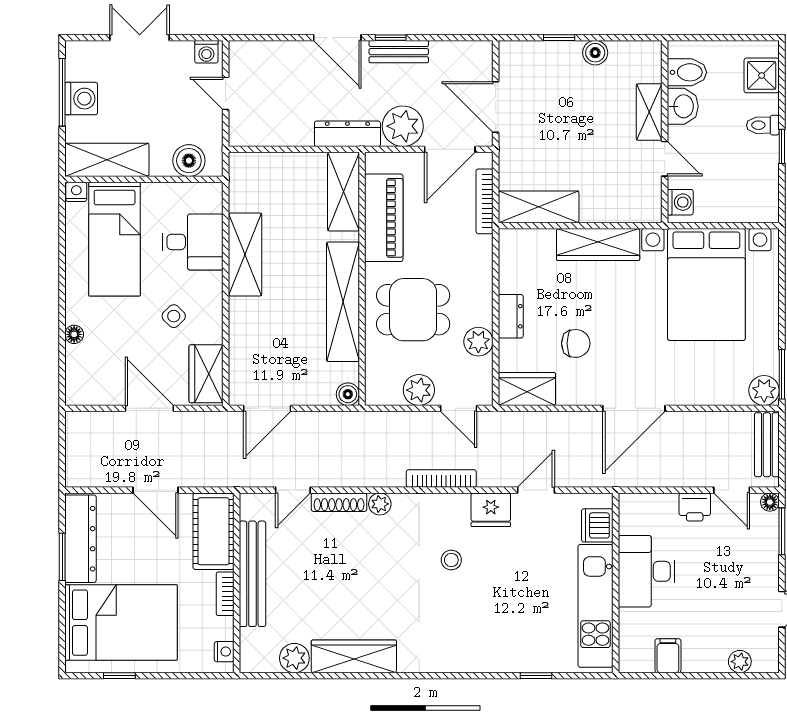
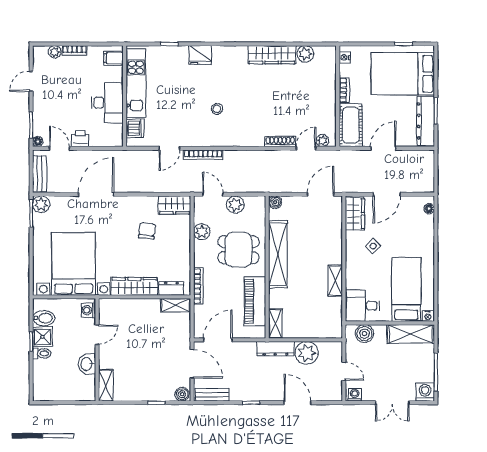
door: (337, 38) -> (297, 403), moved
bench: (399, 52) -> (212, 395), moved
boiler: (595, 53) -> (182, 394), moved
bidet: (687, 72) -> (44, 318), moved, turned 180
shower: (762, 75) -> (42, 337), moved
washing machine: (81, 99) -> (425, 392), moved, turned 90
shelving: (649, 112) -> (106, 385), moved
plant: (403, 126) -> (307, 353), moved
door: (665, 159) -> (97, 335), swing flipped
shelving: (343, 192) -> (275, 324), width x0.67, depth x0.75
bookcase: (485, 201) -> (198, 286), moved
shelving: (539, 207) -> (175, 305), width x0.67, depth x0.75
desk: (193, 242) -> (362, 306), moved
shelving: (245, 254) -> (335, 281), width x0.67, depth x0.75
dresser: (511, 316) -> (171, 288), moved, turned 90
floor lamp: (74, 334) -> (429, 209), moved
chair: (576, 343) -> (147, 231), turned 97
door: (149, 408) -> (387, 194), hinge flipped
door: (634, 408) -> (96, 194), moved
bookcase: (441, 478) -> (203, 155), moved
door: (156, 490) -> (383, 148), hinge flipped
plant: (380, 504) -> (322, 140), moved
fridge: (491, 510) -> (200, 55), moved, turned 180
bench: (252, 574) -> (329, 101), removed
filing cabinet: (668, 656) -> (114, 58), moved, turned 90
bookcase: (705, 664) -> (75, 50), added

